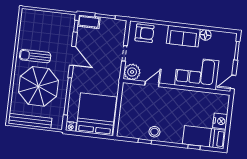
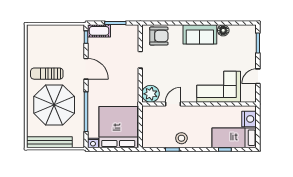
plant: (132, 72) -> (151, 94), moved
corner sofa: (197, 73) -> (219, 87), moved
door: (152, 84) -> (173, 104), moved
wall: (177, 87) -> (199, 104), moved

